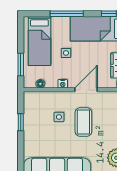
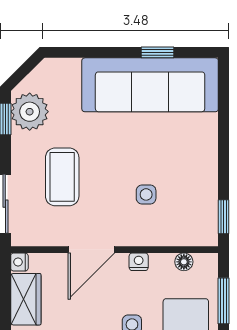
window: (21, 122) -> (224, 217), moved
coffee table: (83, 122) -> (62, 177), moved

